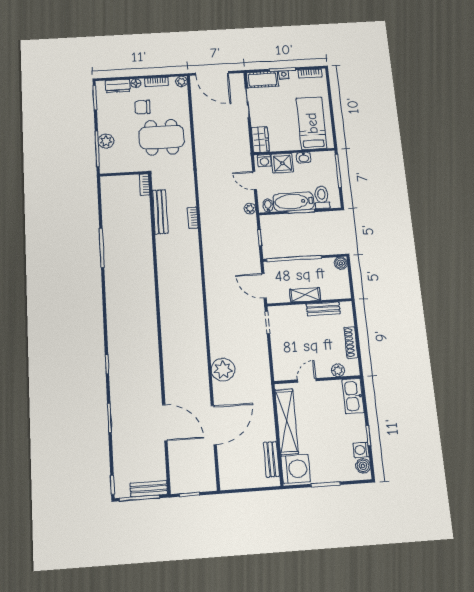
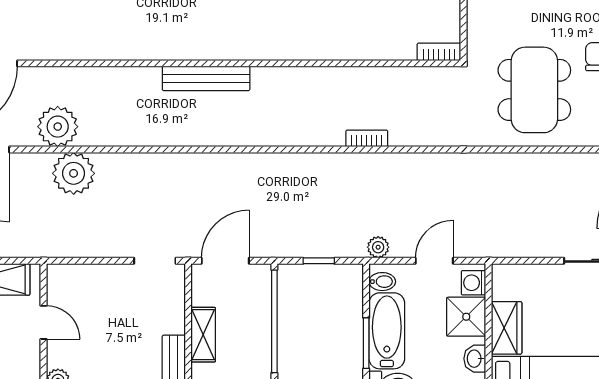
wardrobe: (260, 140) -> (507, 328), moved, turned -90
bench: (160, 212) -> (206, 78), moved
plant: (198, 380) -> (58, 127), added

